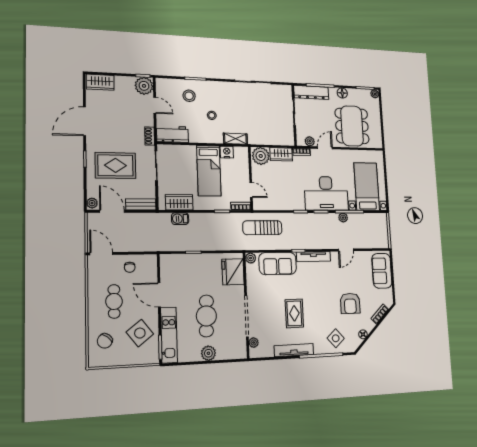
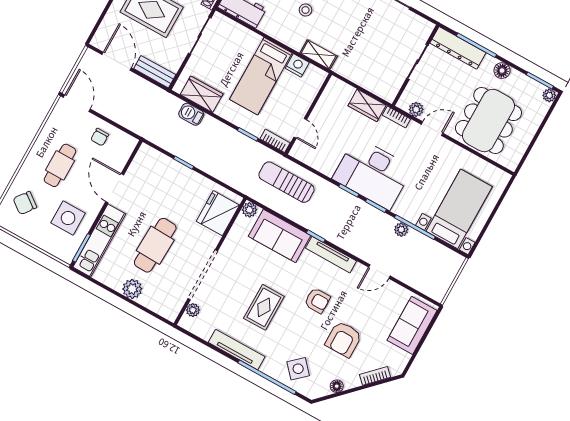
plant: (261, 156) -> (339, 93), removed
desk: (326, 193) -> (373, 173), moved
plant: (92, 203) -> (99, 39), removed
armchair: (322, 289) -> (317, 301), added
side table: (140, 333) -> (68, 218), turned 38

